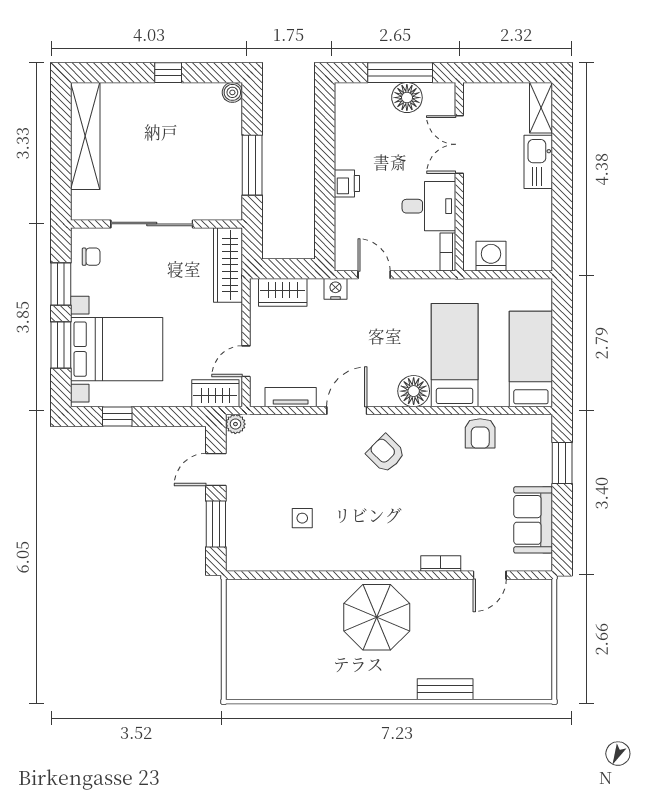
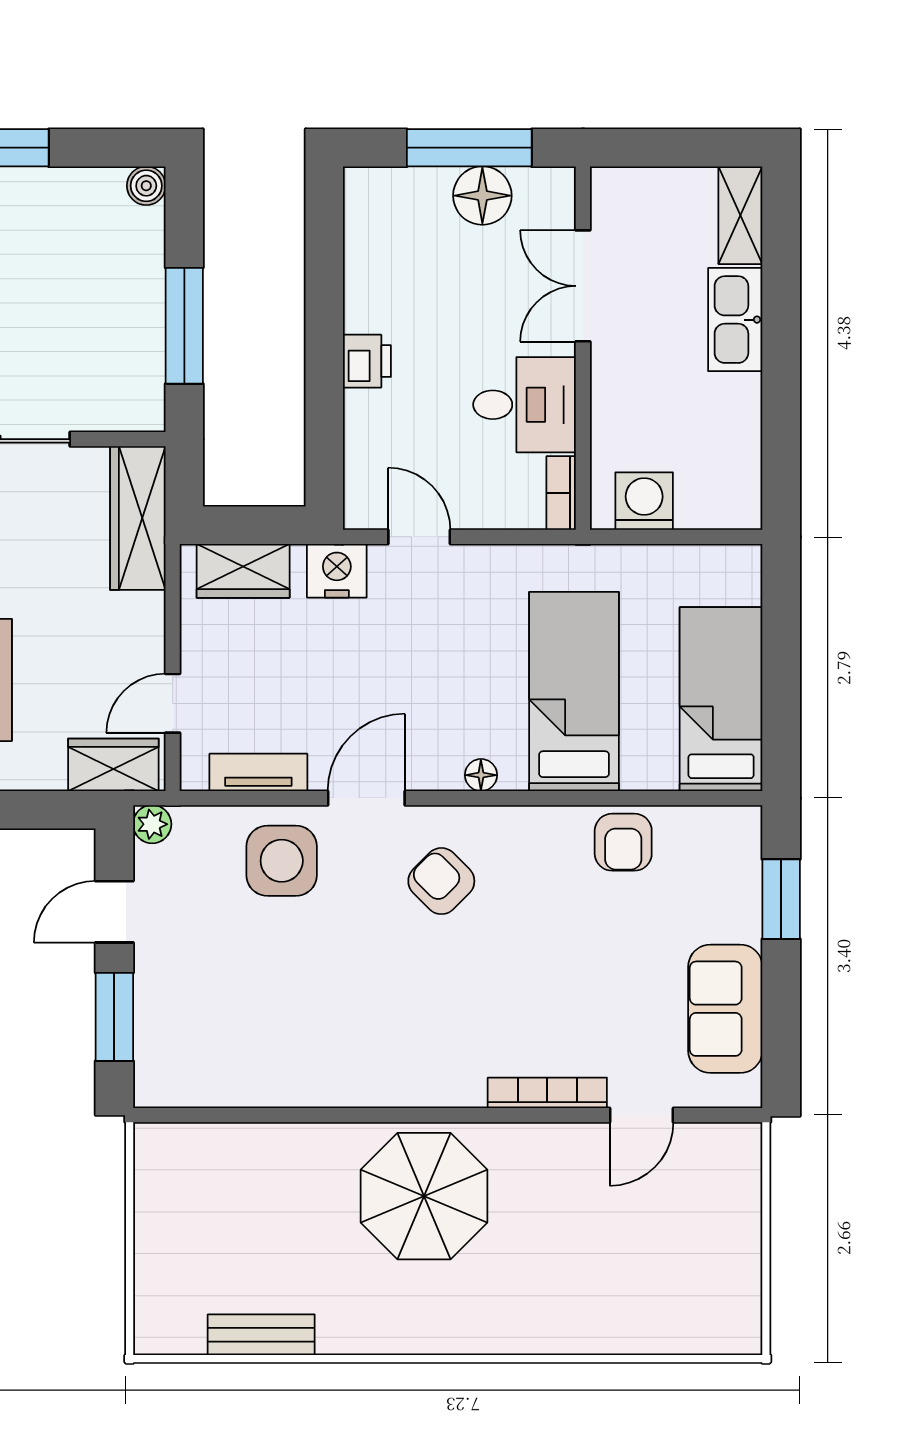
nightstand: (335, 289) -> (337, 571), width x1.36, depth x1.33
floor lamp: (414, 391) -> (481, 775), width x0.53, depth x0.53
side table: (302, 518) -> (282, 861), moved, width x1.87, depth x1.87
bookcase: (441, 564) -> (547, 1093), width x1.56
bench: (445, 689) -> (261, 1335), moved

